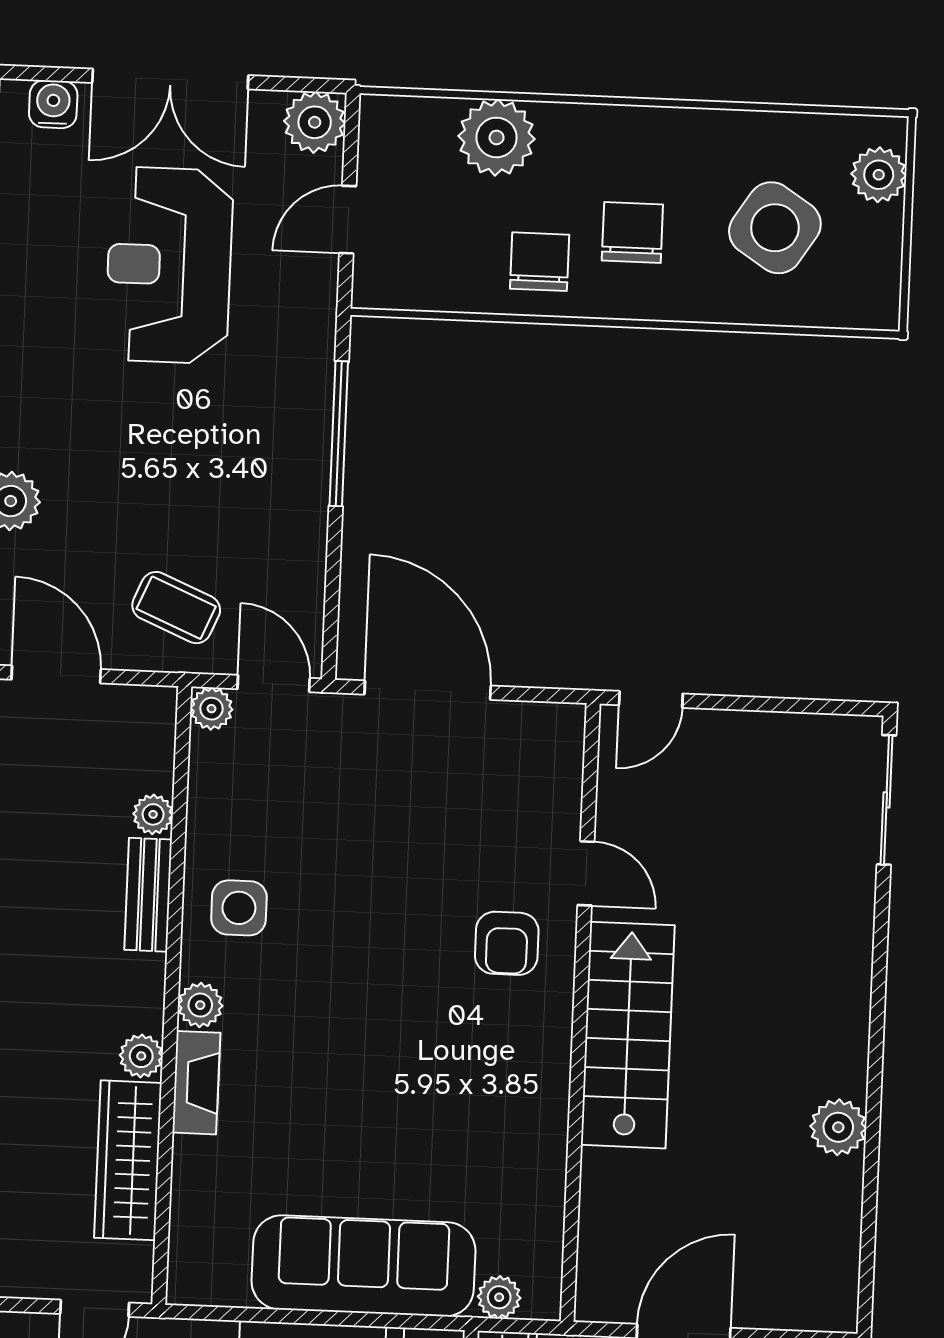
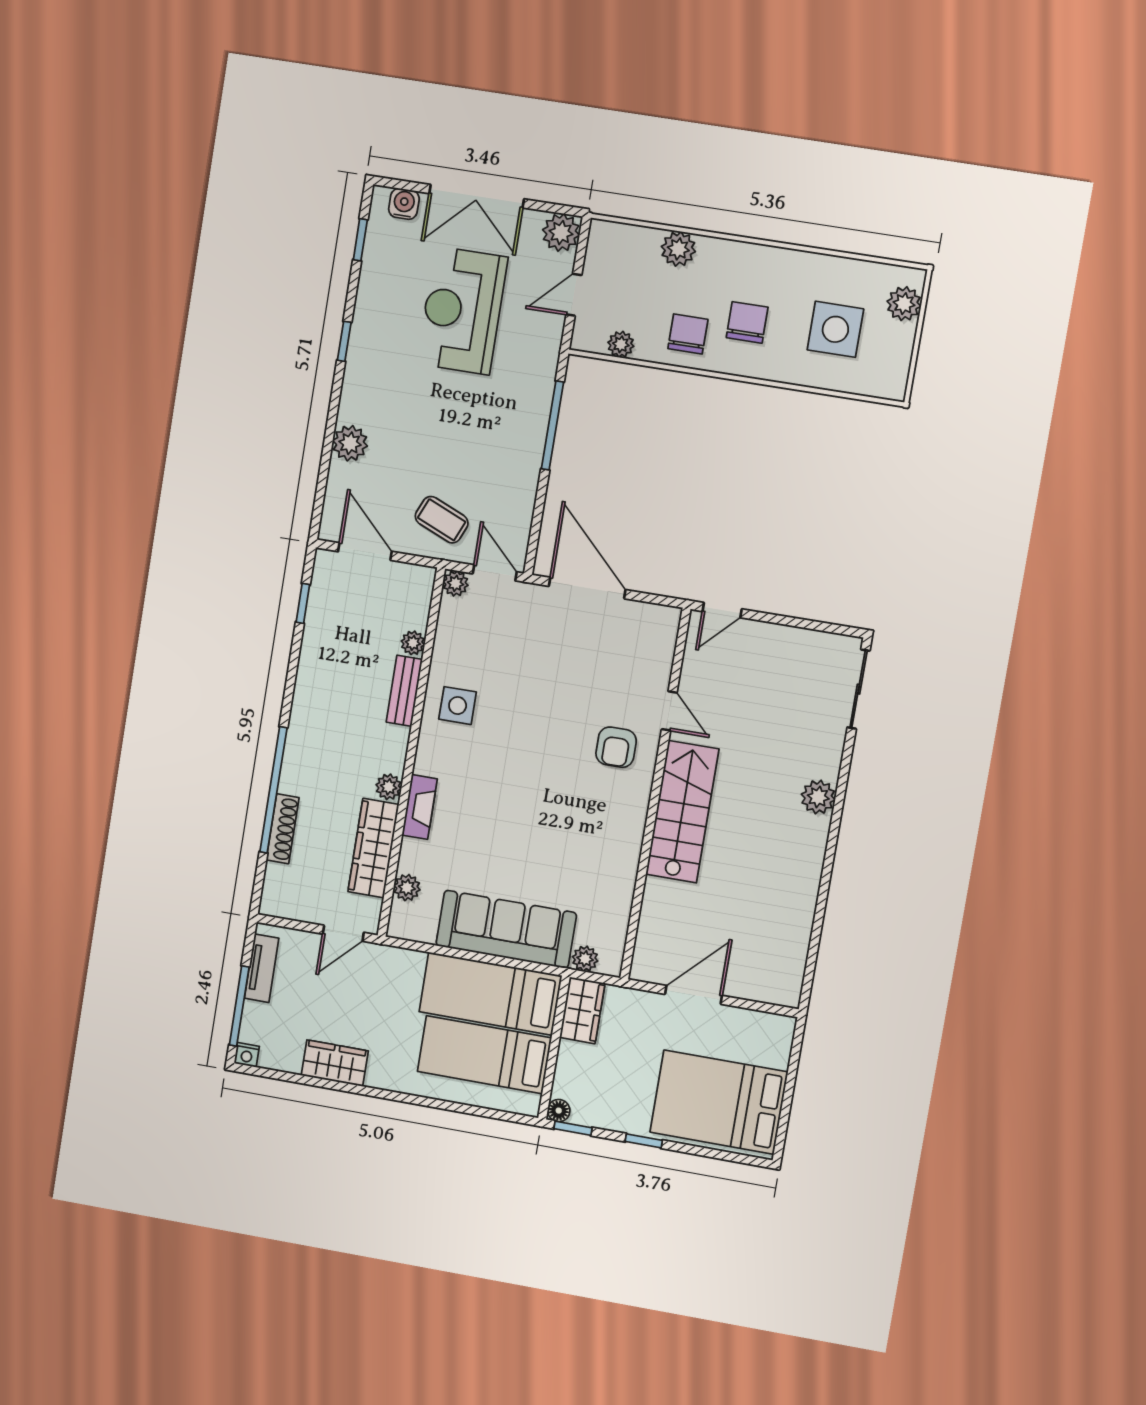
plant: (497, 137) -> (678, 249), width x0.73, depth x0.73
side table: (775, 228) -> (835, 329), turned -33
plant: (434, 291) -> (621, 344), added
plant: (200, 1005) -> (407, 888), moved
plant: (838, 1127) -> (818, 797), moved

